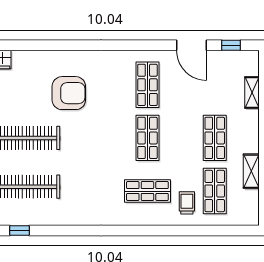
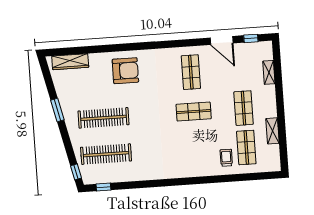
armchair: (69, 93) -> (125, 71), moved
shop shelf: (147, 138) -> (194, 112), turned 90
shop shelf: (147, 191) -> (196, 151), removed

